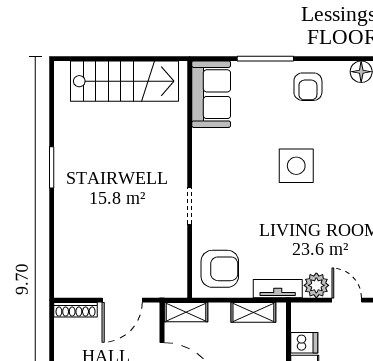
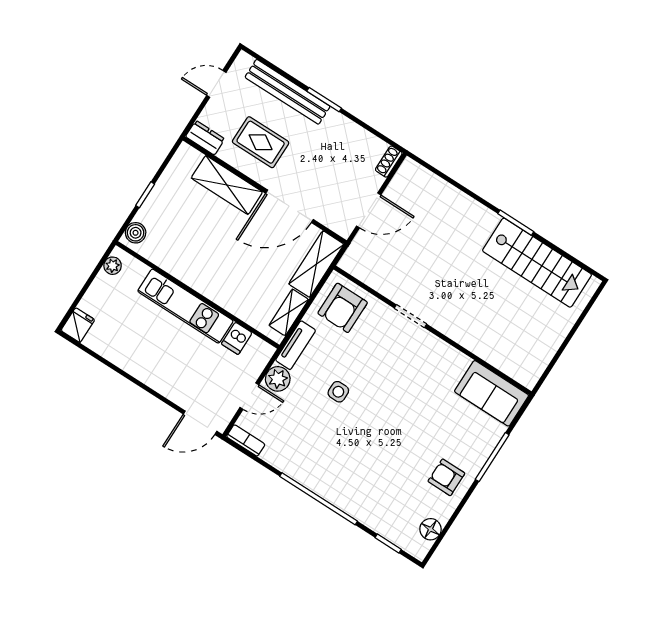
stairs: (124, 81) -> (537, 263), moved, turned -90
side table: (296, 166) -> (338, 392), moved, width x0.54, depth x0.54
door: (122, 300) -> (369, 210), swing flipped
shoe rack: (76, 310) -> (389, 162), width x0.70
shelving: (186, 312) -> (316, 264), width x1.50, depth x1.33

